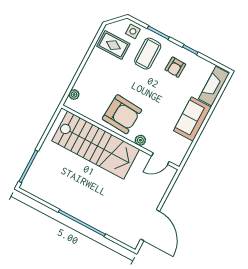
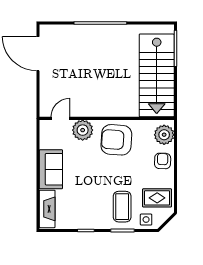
armchair: (175, 67) -> (163, 161), moved
plant: (74, 95) -> (164, 135), width x1.87, depth x1.87
plant: (140, 140) -> (83, 130), width x1.88, depth x1.88
stairs: (96, 145) -> (157, 75), moved, turned -90

